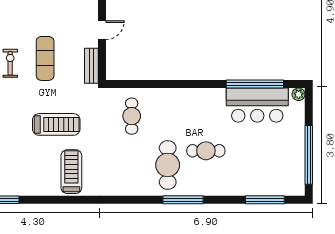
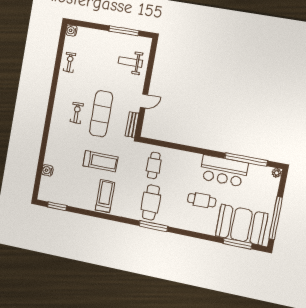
exercise mat: (45, 58) -> (101, 114), width x1.36, depth x1.45
bar counter: (257, 105) -> (224, 171), moved
cafe table: (168, 165) -> (151, 202), moved
booth: (265, 173) -> (241, 225), added
window: (183, 200) -> (153, 226), moved

